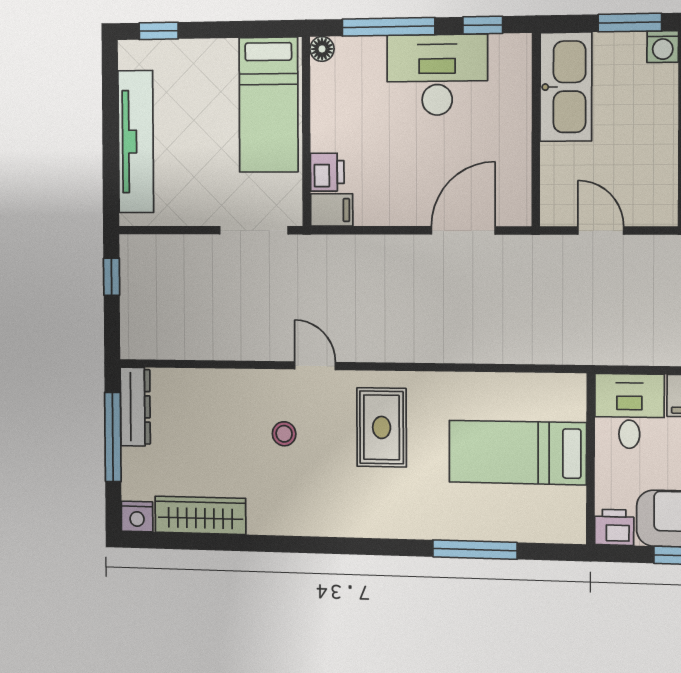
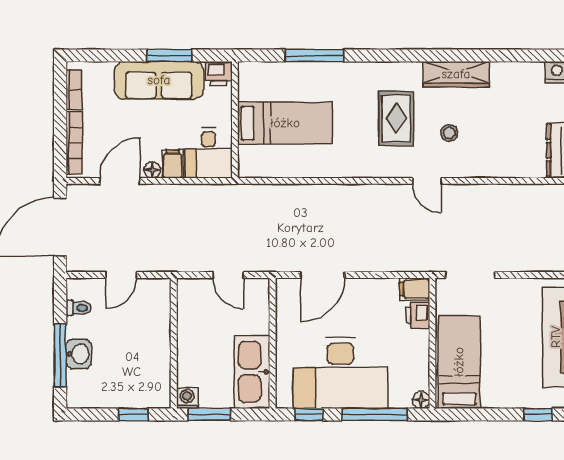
desk: (437, 75) -> (340, 373), width x1.36, depth x1.30
rug: (382, 427) -> (396, 119), moved
wardrobe: (200, 515) -> (456, 74), moved

